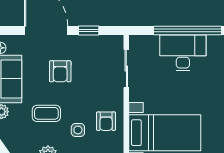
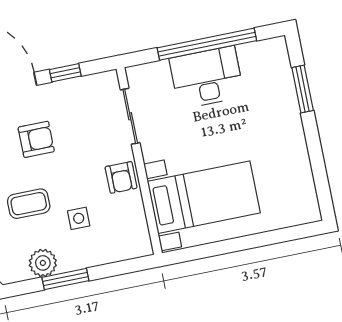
armchair: (60, 71) -> (36, 139), turned -90
armchair: (106, 121) -> (121, 177), moved

